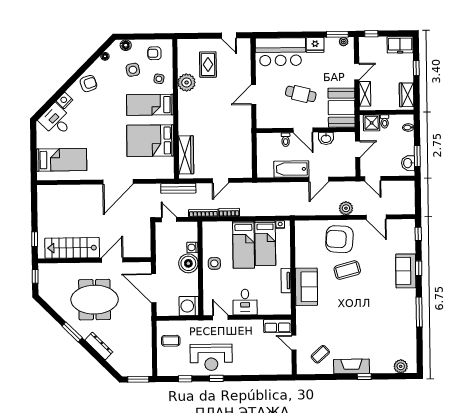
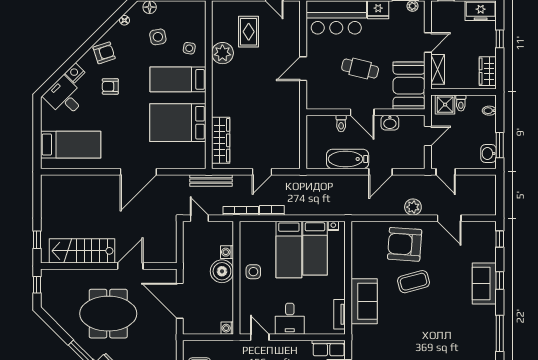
armchair: (154, 53) -> (110, 86), moved
tv unit: (286, 281) -> (340, 314), moved
washing machine: (189, 306) -> (227, 328), width x0.53, depth x0.53

